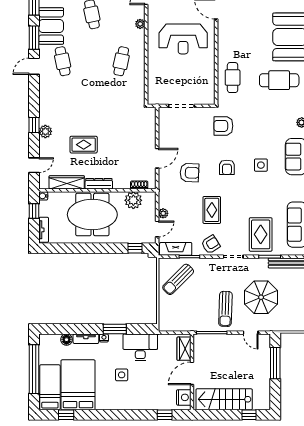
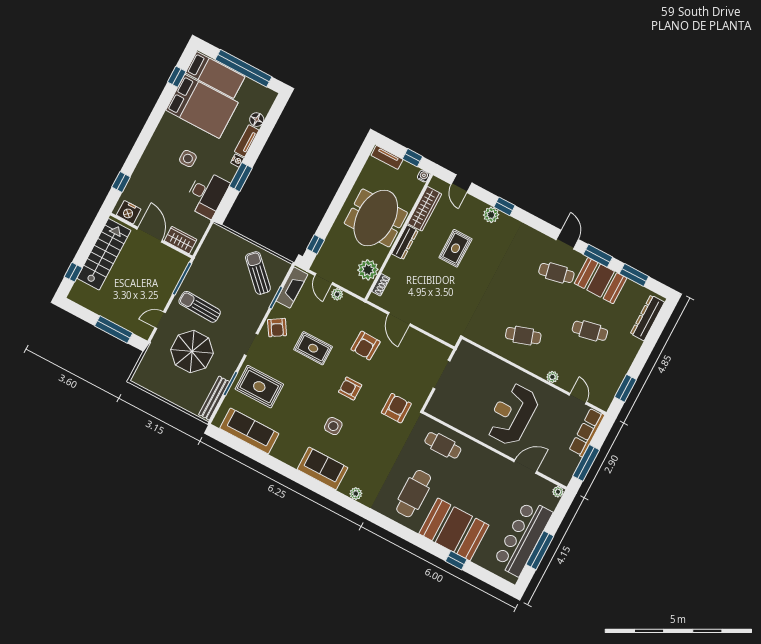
cafe table: (121, 61) -> (523, 336), turned -30

